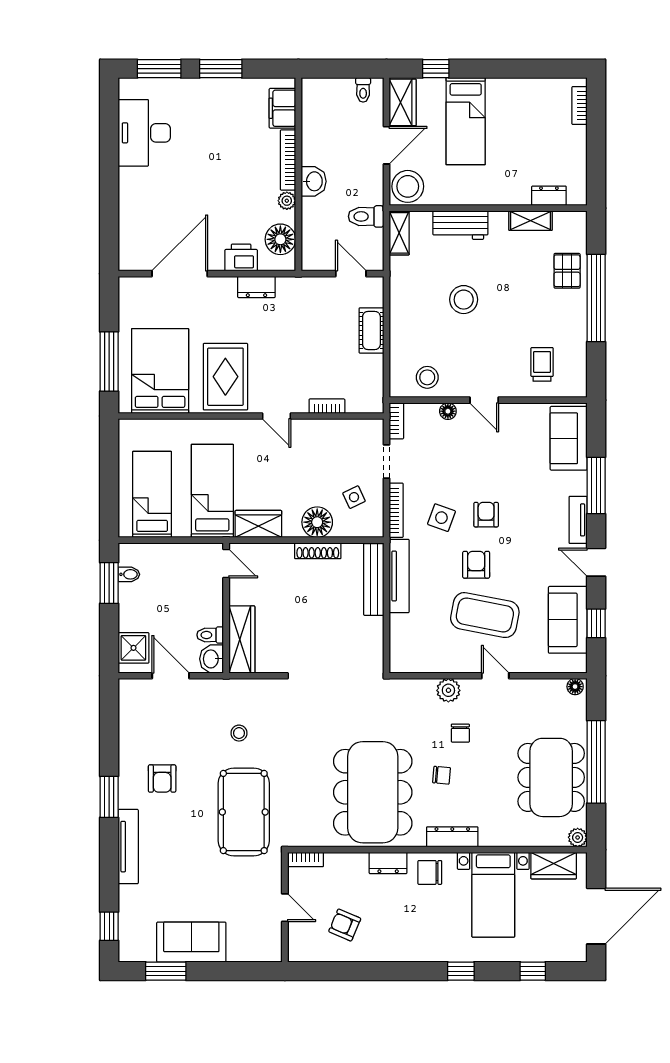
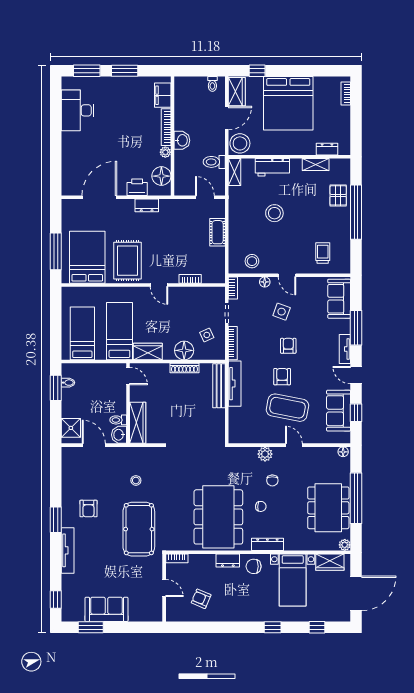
bed: (466, 121) -> (288, 103), width x2.04
side table: (441, 518) -> (282, 312), moved

